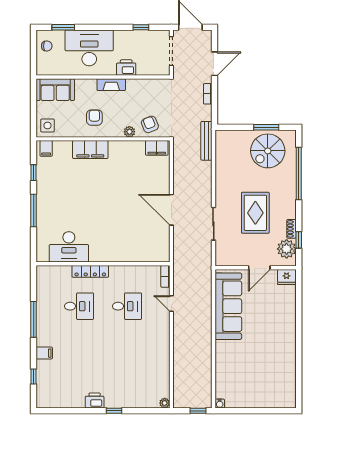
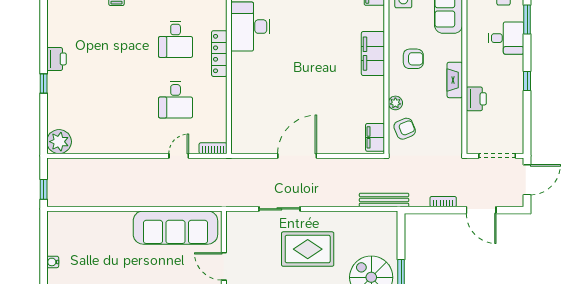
window: (141, 27) -> (527, 81), moved
desk: (89, 48) -> (506, 38), width x0.53, depth x0.77
rug: (255, 213) -> (308, 249), moved
plant: (165, 403) -> (59, 142), width x1.88, depth x1.88
water cooler: (220, 404) -> (53, 262), moved

